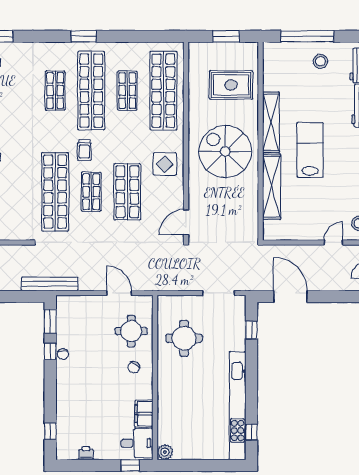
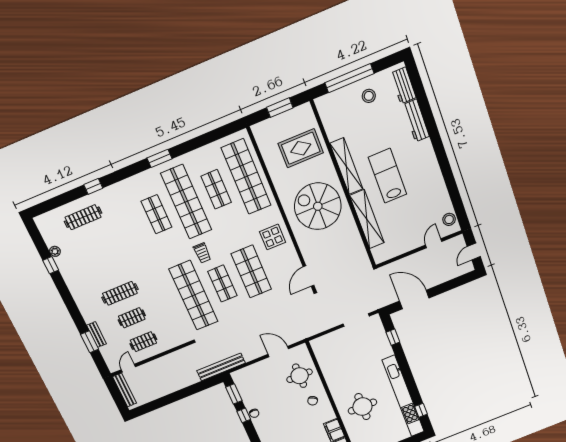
round table: (184, 338) -> (362, 407), moved

